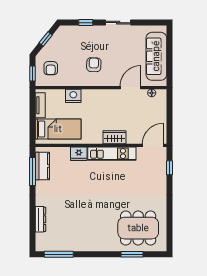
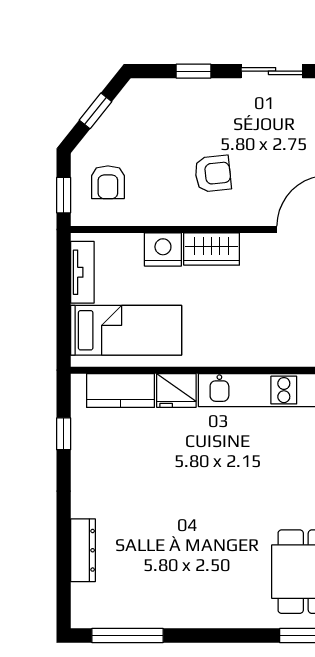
armchair: (94, 65) -> (213, 174), turned 82
wardrobe: (115, 137) -> (212, 249), moved, turned 180
kitchen counter: (42, 166) -> (120, 390), moved, turned 90
window: (33, 171) -> (64, 434), width x0.46

